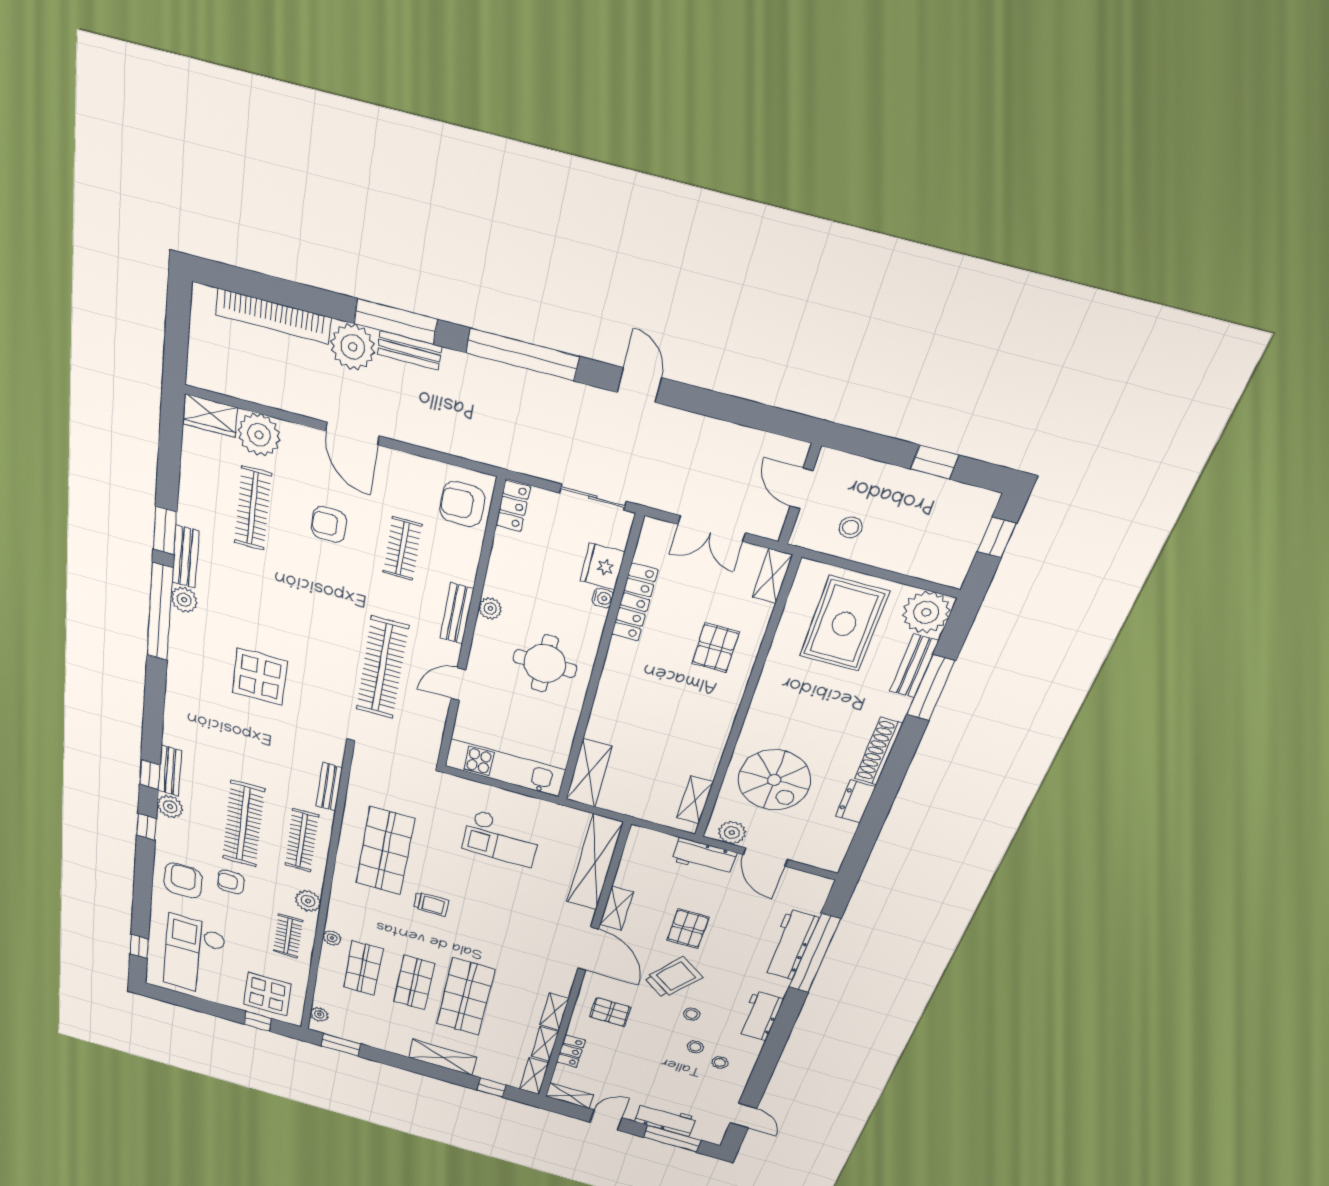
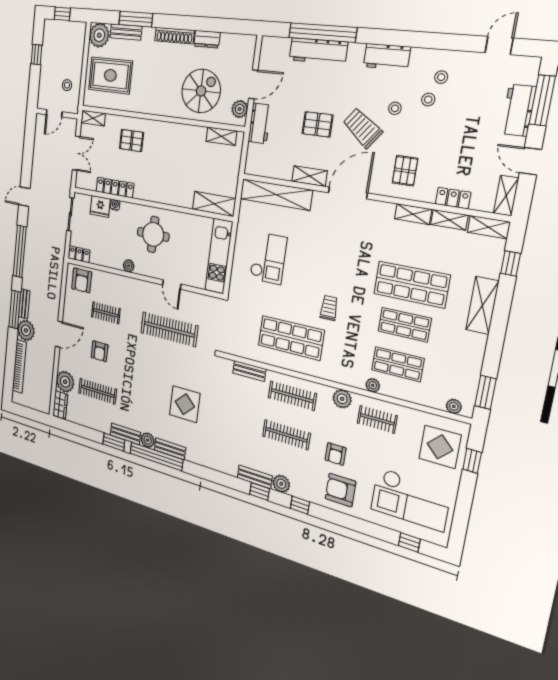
bench: (457, 614) -> (170, 449), moved
clothes rail: (243, 824) -> (286, 435), width x0.73, depth x0.76

